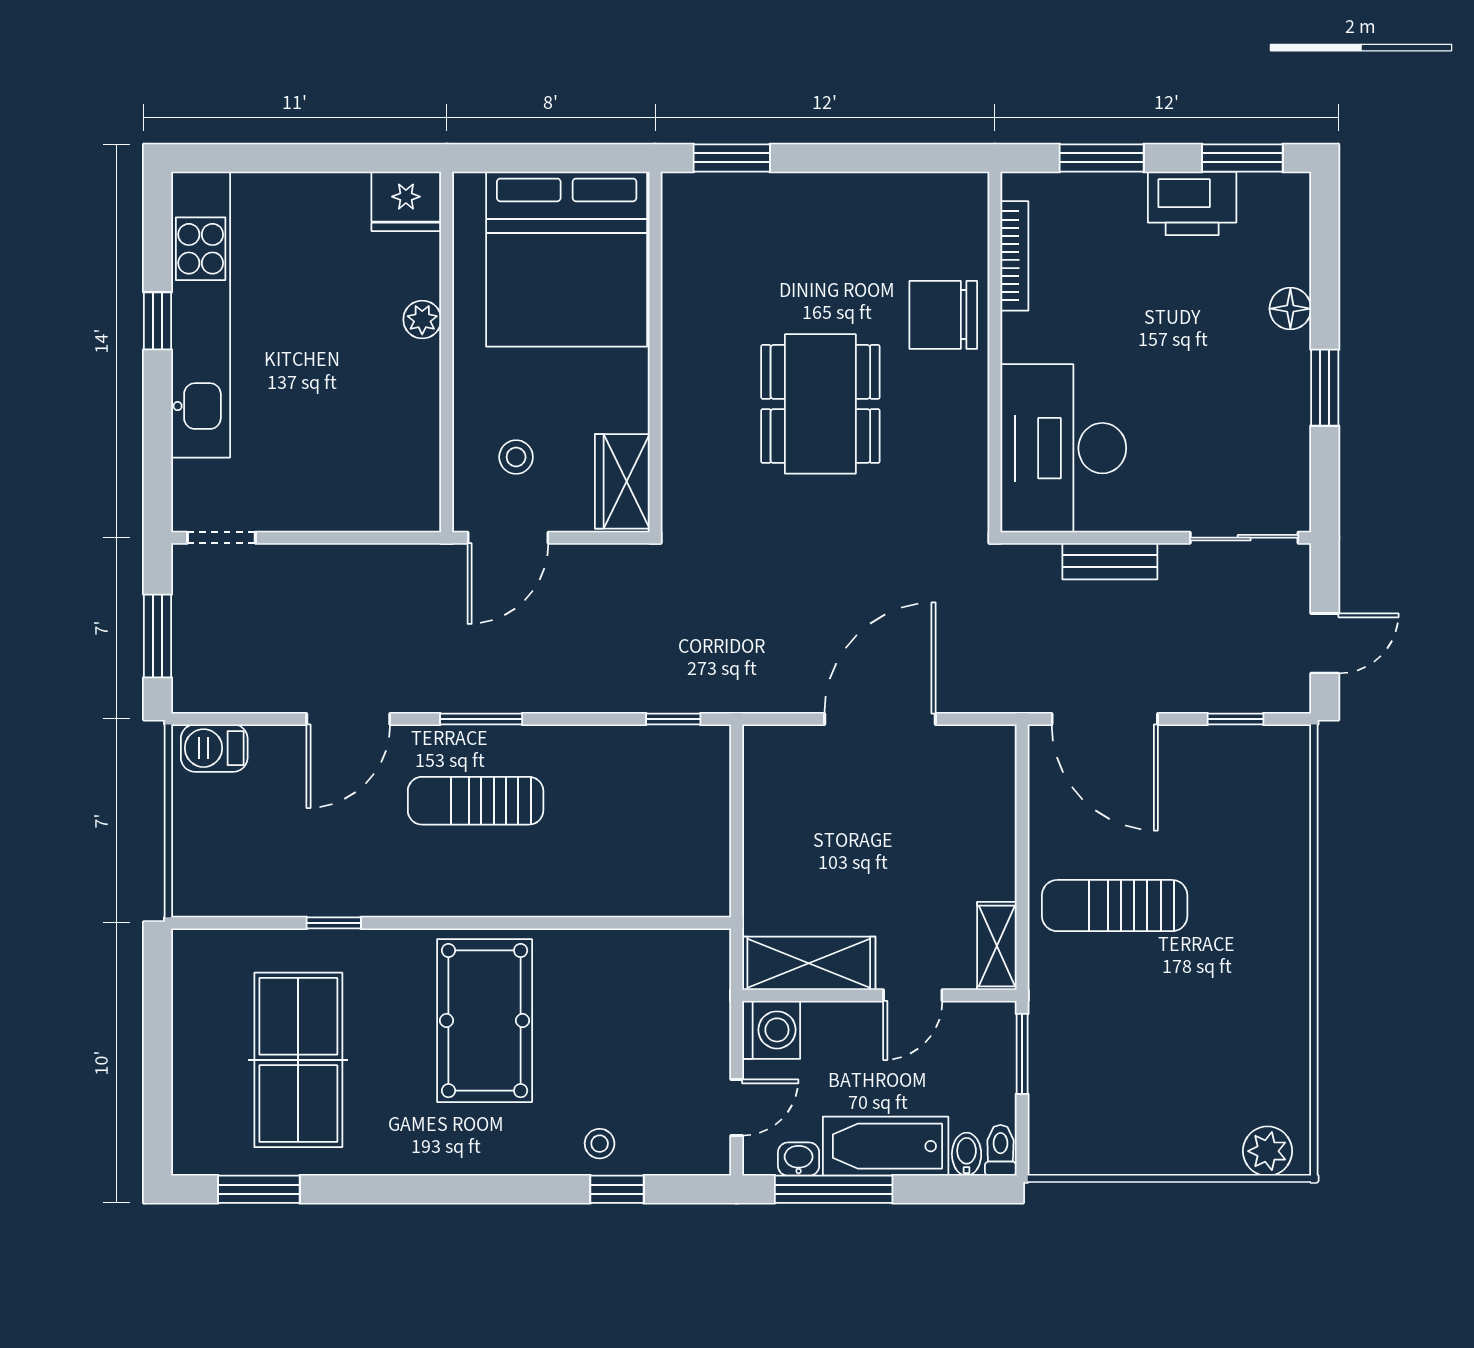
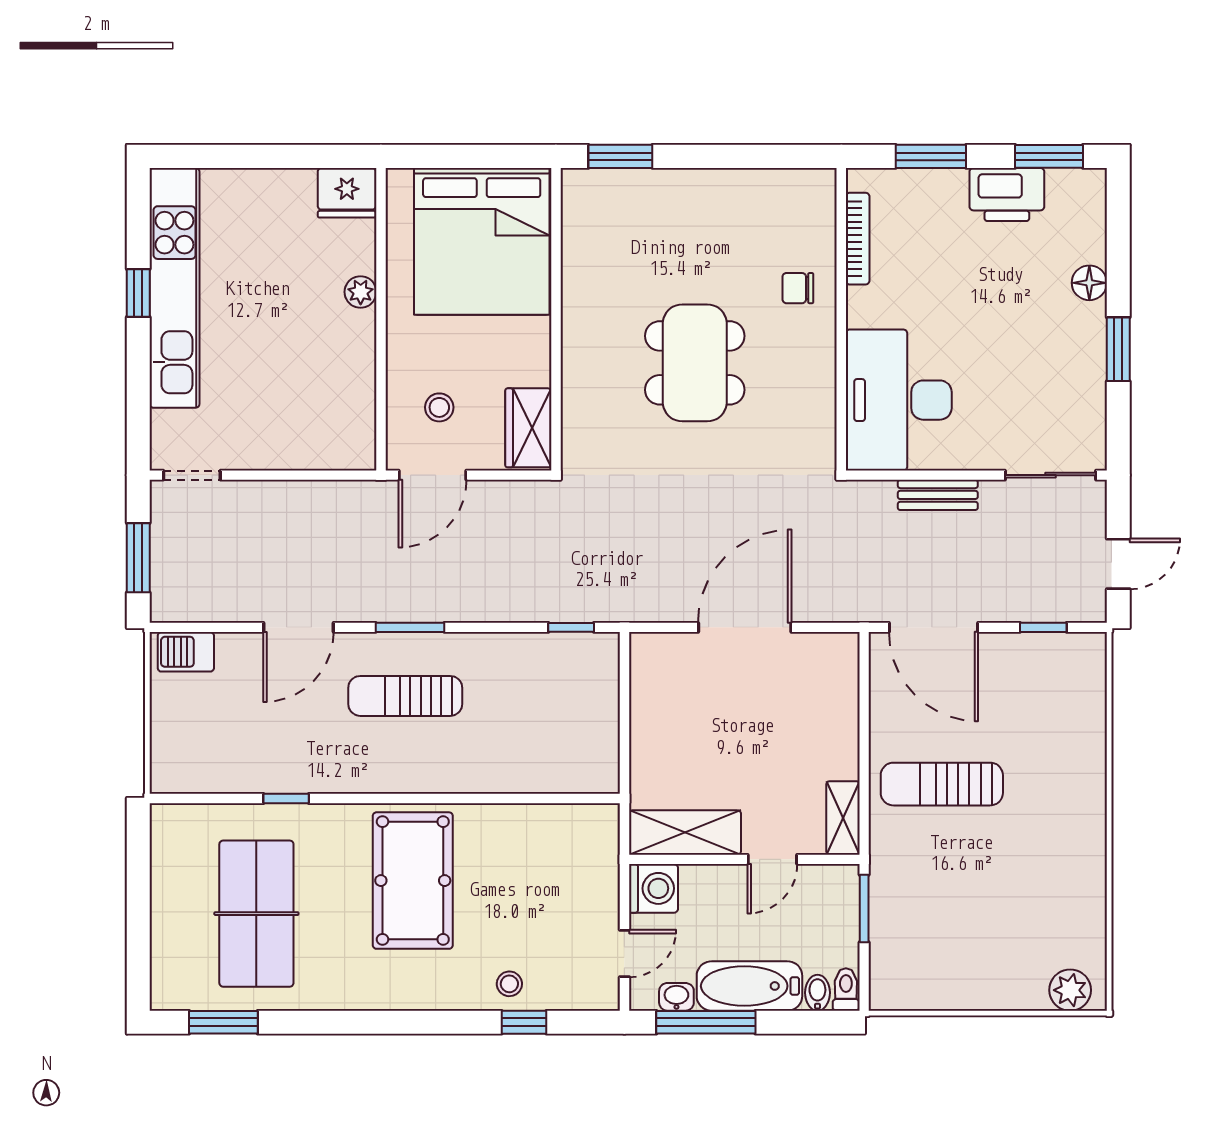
chair: (943, 315) -> (798, 288), width x0.54, depth x0.54

